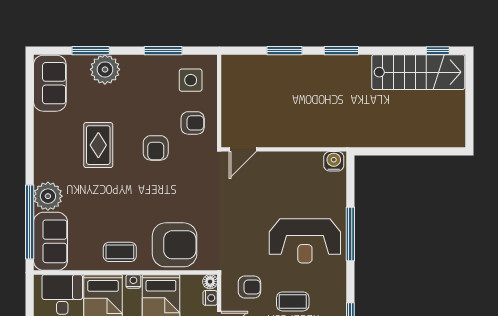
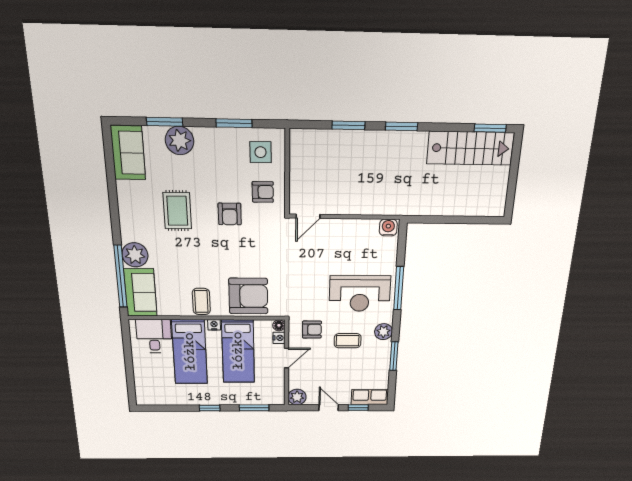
window: (438, 51) -> (490, 128), width x1.50
coffee table: (120, 252) -> (201, 301), turned 90
plant: (336, 289) -> (384, 332), added

